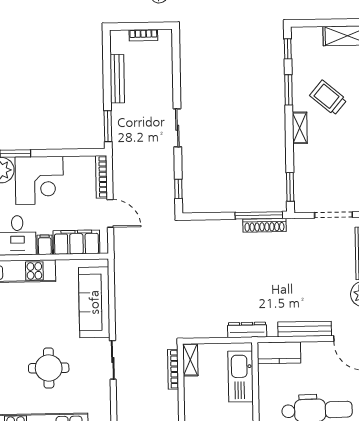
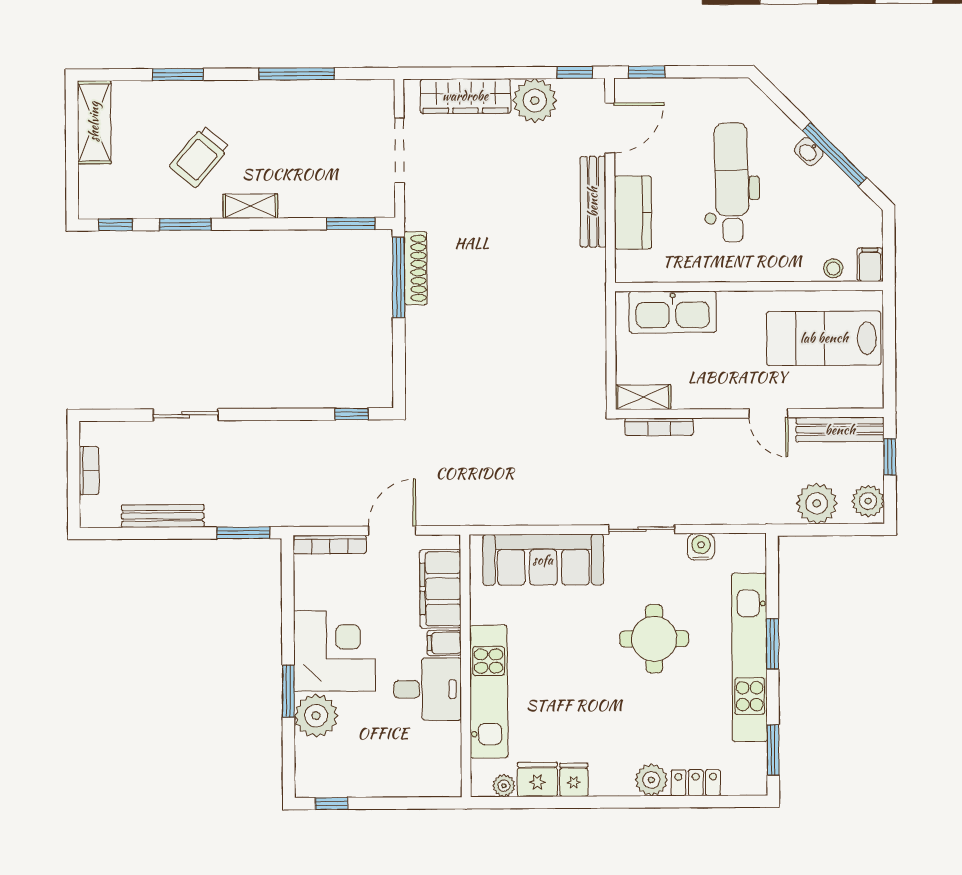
sliding door: (177, 128) -> (186, 415), moved
dresser: (247, 330) -> (593, 300), removed
kitchen counter: (279, 353) -> (633, 212), moved
water cooler: (103, 395) -> (701, 547), added

